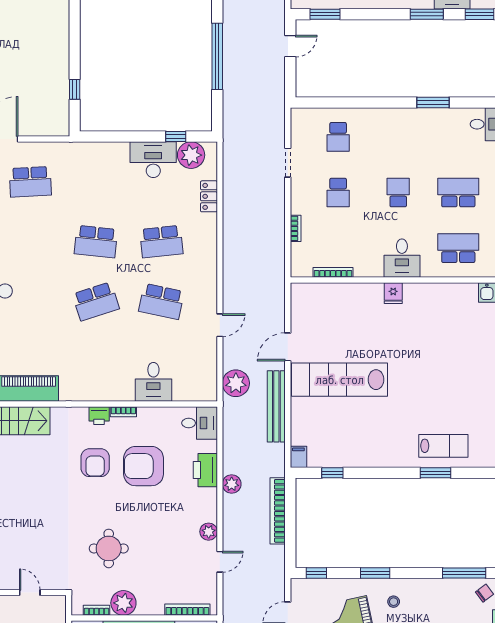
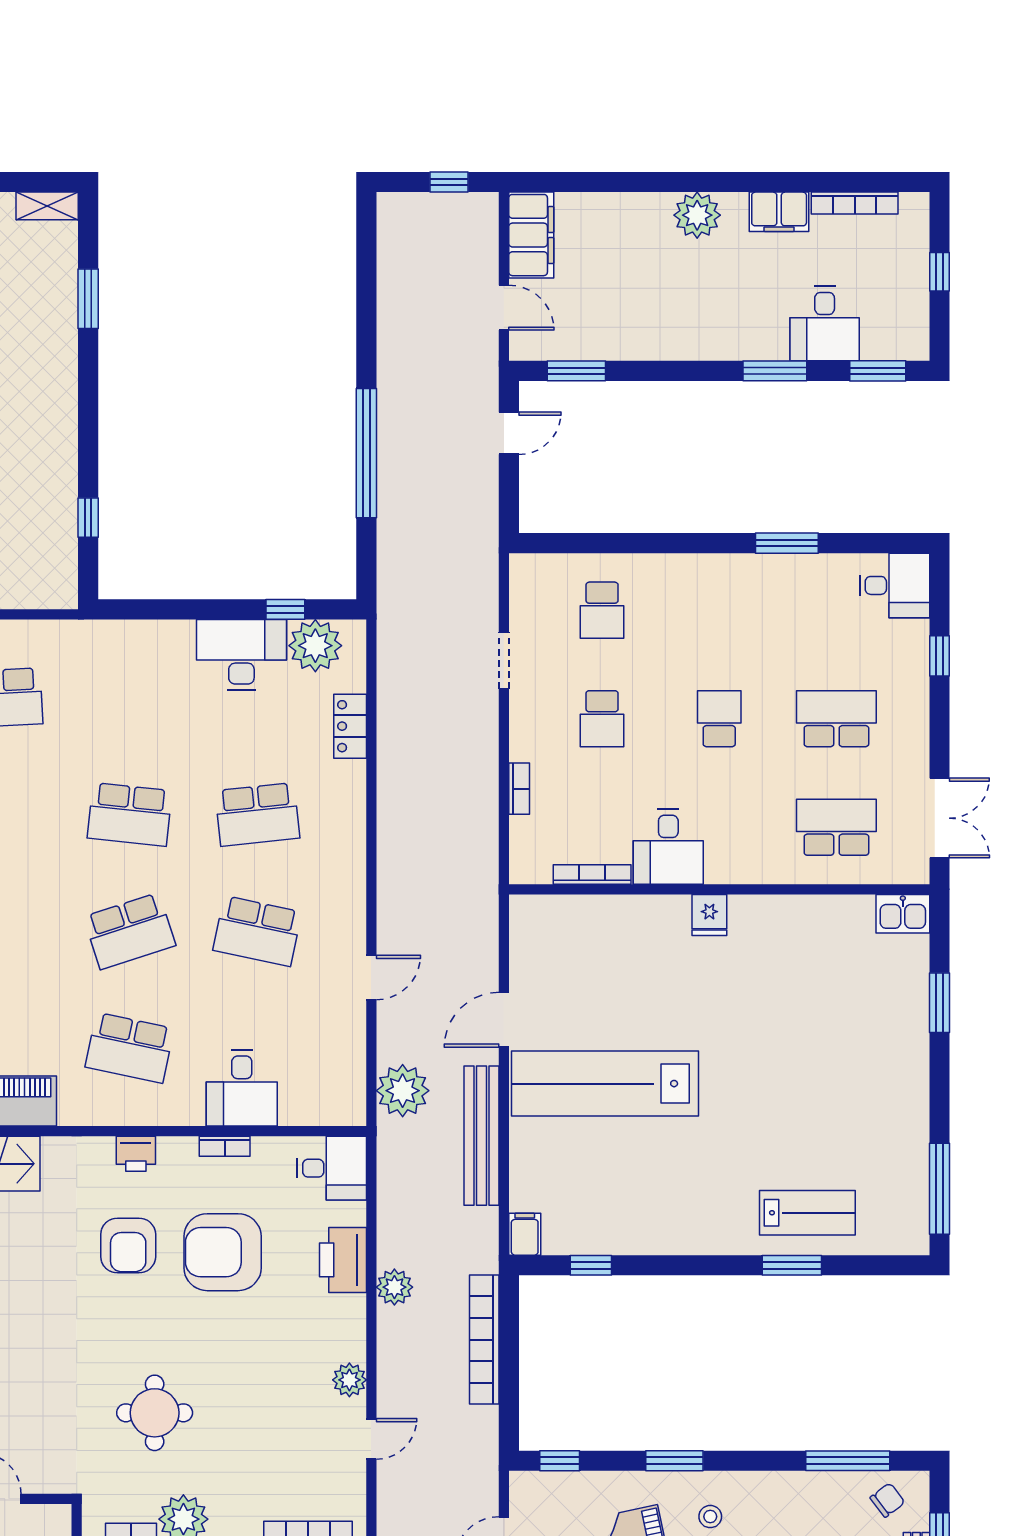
desk: (402, 258) -> (668, 847), moved
school desk: (96, 361) -> (130, 1048), added
bookcase: (123, 412) -> (225, 1146), moved

